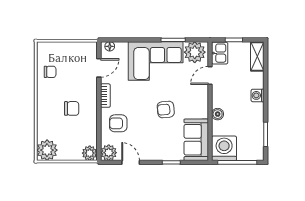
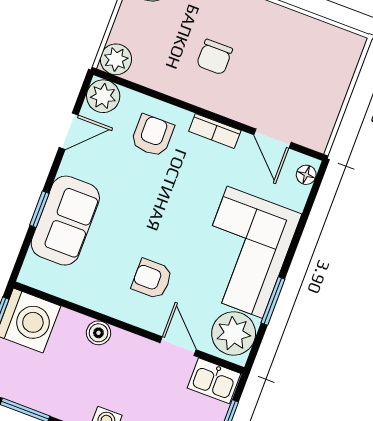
chair: (50, 72) -> (300, 42), removed
armchair: (166, 109) -> (152, 279), moved, turned -85
sofa: (196, 140) -> (65, 221), moved, turned 90

